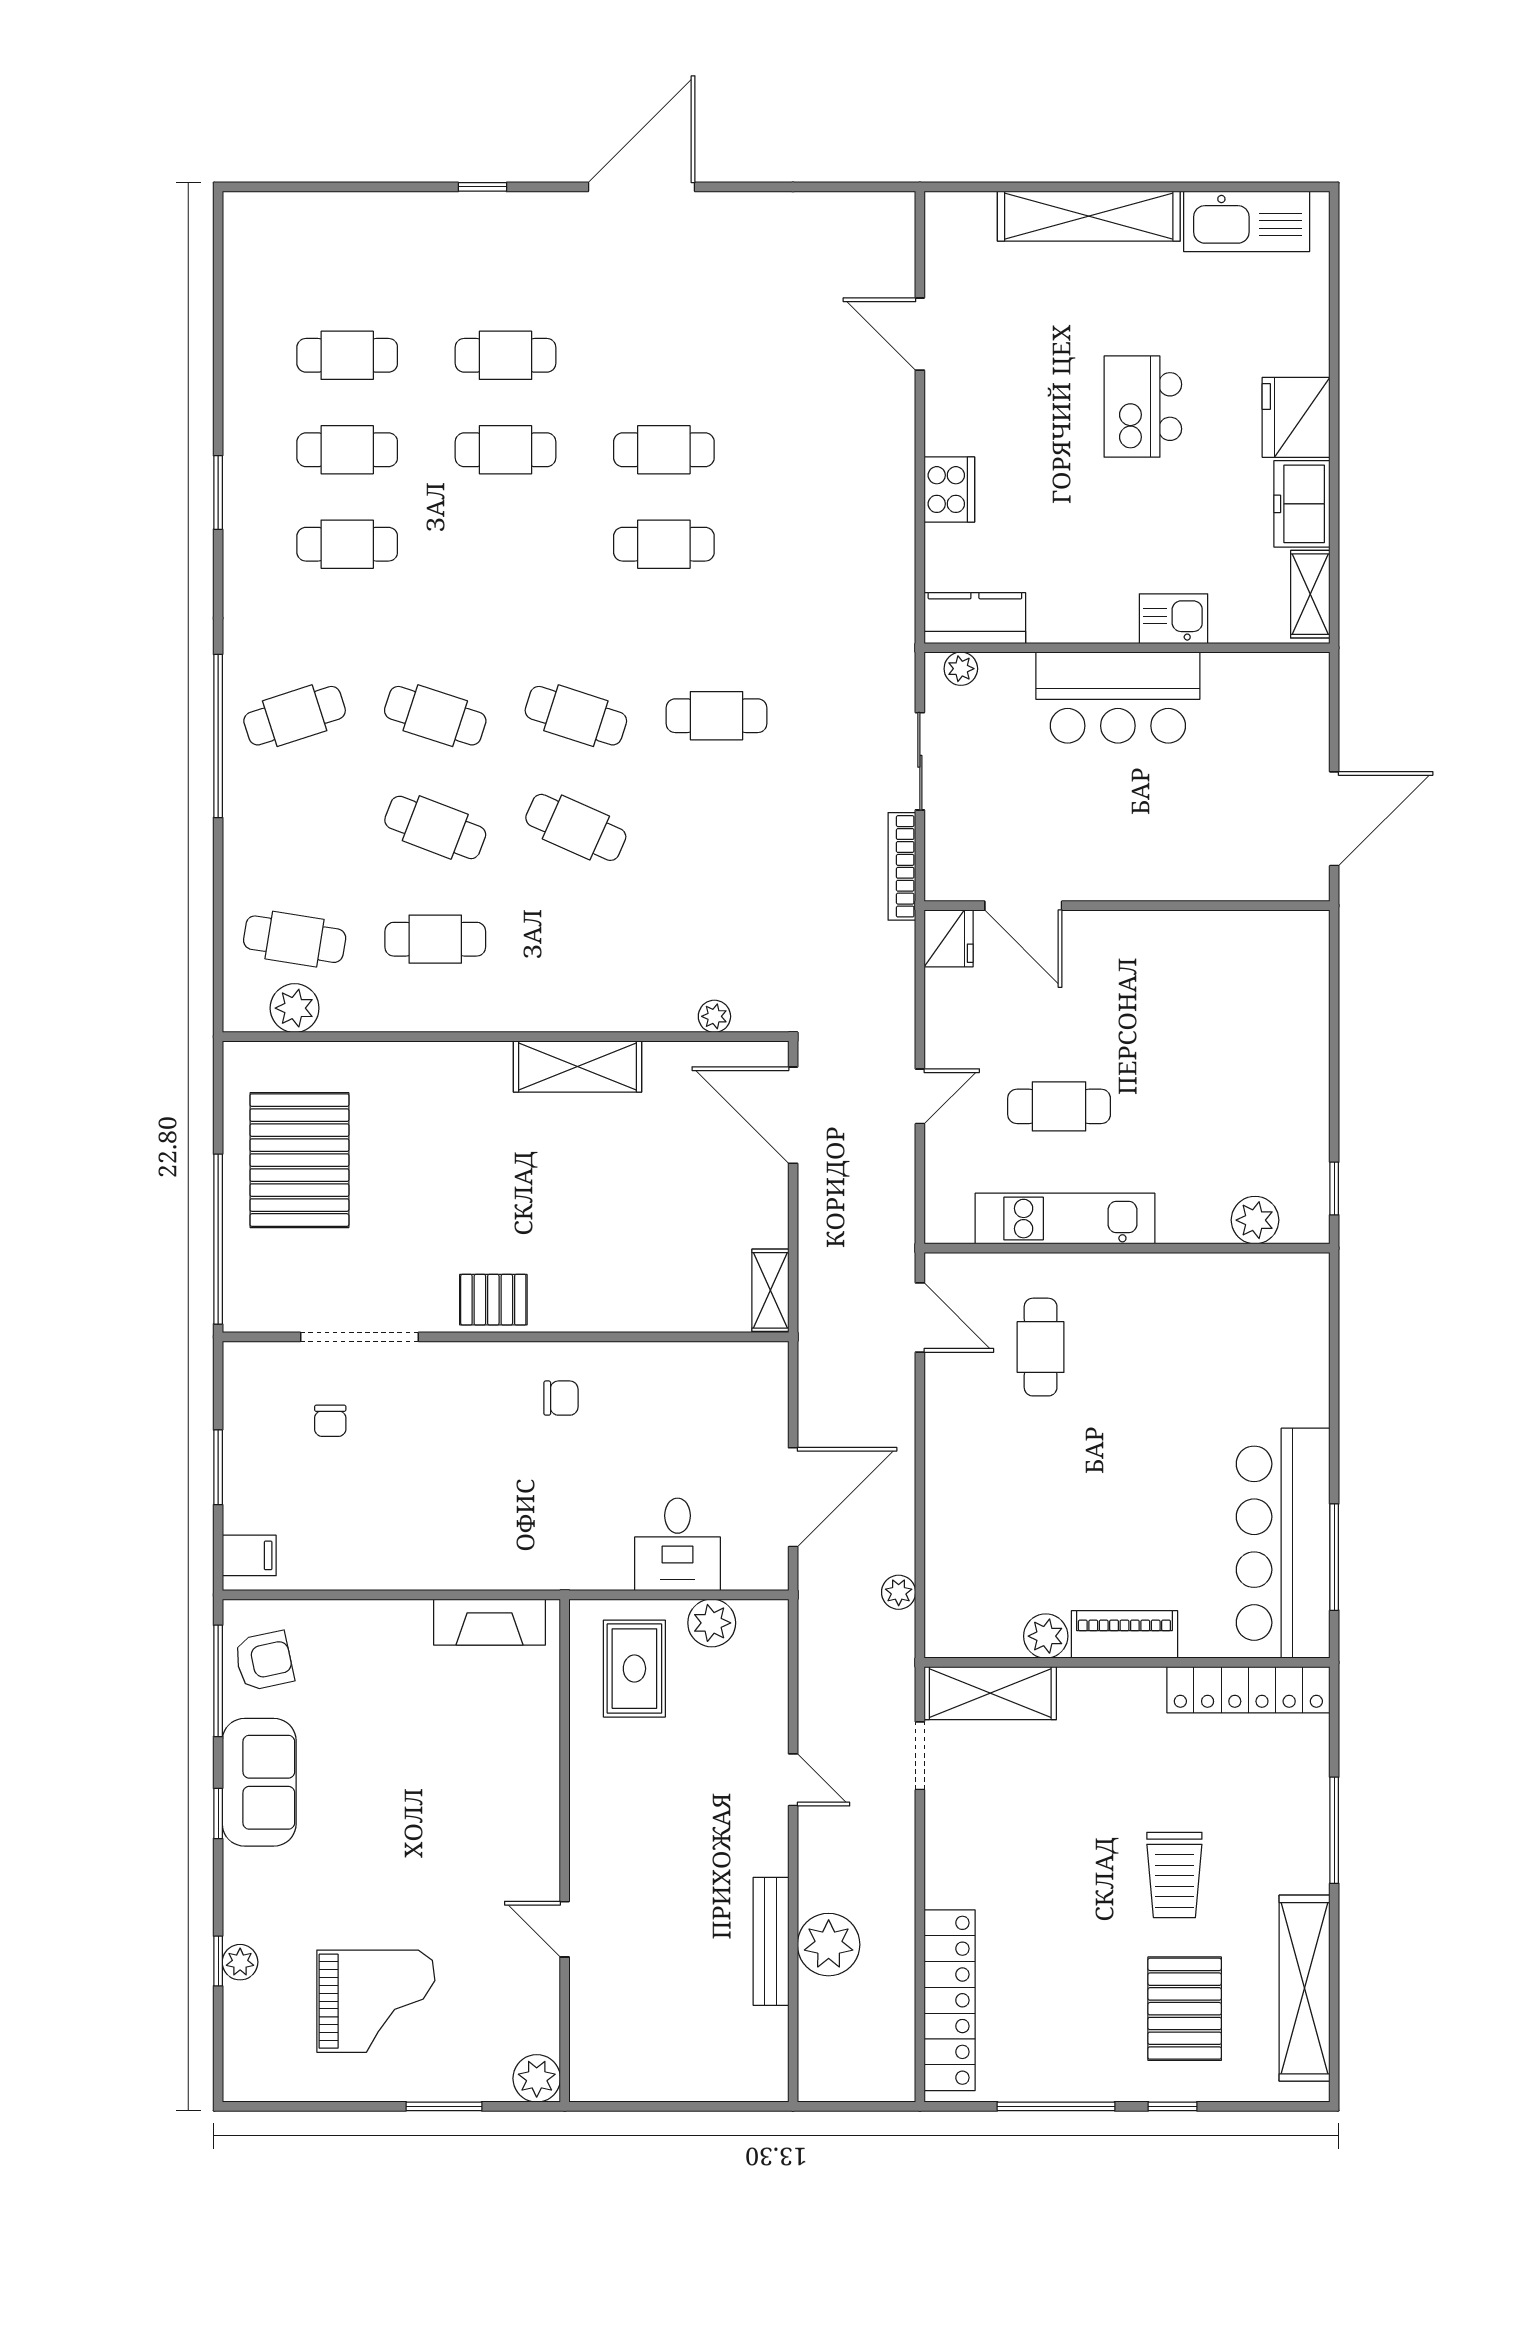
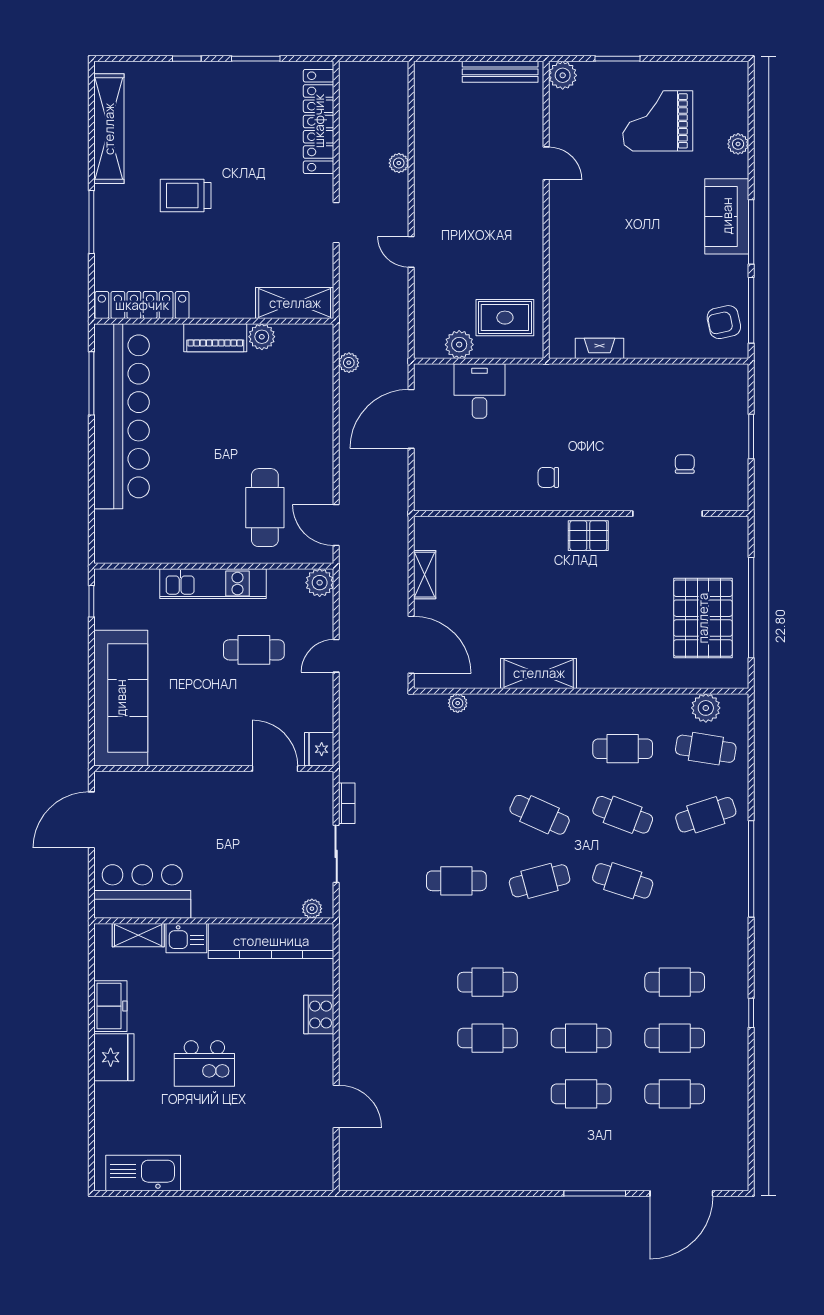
window: (482, 187) -> (595, 1193), width x2.17
door: (642, 187) -> (681, 1193), moved
shelving: (1089, 216) -> (236, 1176), removed
kitchen island: (1143, 407) -> (204, 1064), turned 90
window: (218, 492) -> (751, 1013), width x0.67
shelving: (1310, 594) -> (138, 935), moved, turned 90
kitchen counter: (975, 618) -> (271, 941), width x2.08, depth x1.17
bar counter: (1118, 698) -> (142, 892), moved
cafe table: (295, 716) -> (706, 815), moved
cafe table: (576, 716) -> (540, 881), turned -33
bookcase: (902, 866) -> (347, 803), width x0.64
sofa: (1284, 1025) -> (121, 698), added
kitchen unit: (1065, 1219) -> (213, 584), moved
plant: (1255, 1220) -> (320, 583), moved
window: (218, 1239) -> (751, 608), moved
shelving: (770, 1290) -> (425, 575), moved
cafe table: (1041, 1347) -> (265, 508), width x1.37, depth x1.35
bar counter: (1283, 1543) -> (121, 416), width x1.36
filing cabinet: (249, 1555) -> (733, 384), removed
fireplace: (489, 1622) -> (600, 348), width x0.73, depth x0.76
rug: (634, 1669) -> (505, 318), turned 90
doorway: (920, 1756) -> (336, 223), moved
sofa: (259, 1782) -> (727, 216), moved
window: (218, 1813) -> (751, 232), width x2.17
trolley: (1174, 1875) -> (186, 196), turned -90
bench: (771, 1941) -> (500, 72), moved, turned 90
plant: (829, 1945) -> (399, 163), width x0.53, depth x0.53
window: (218, 1961) -> (751, 145), removed
pallet: (1185, 2009) -> (180, 116), removed
window: (1056, 2106) -> (256, 59), width x0.69

